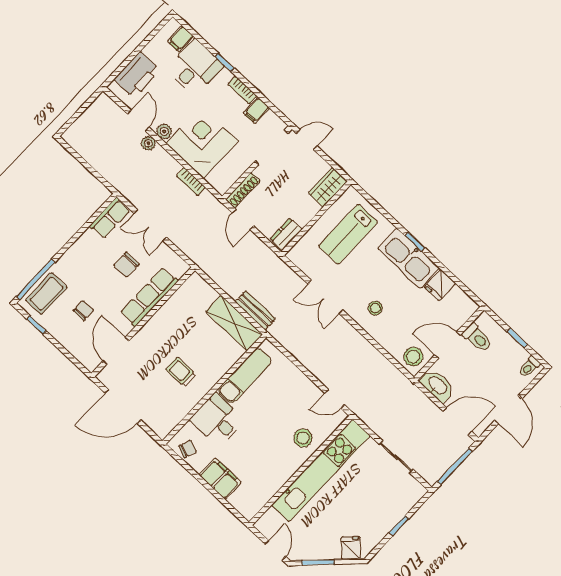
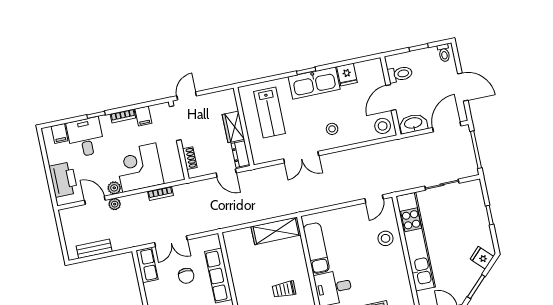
wardrobe: (328, 187) -> (233, 127), moved
shoe rack: (243, 190) -> (190, 158), width x0.70
door: (243, 219) -> (226, 173), moved
bench: (255, 310) -> (94, 249), moved

